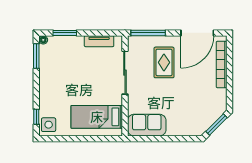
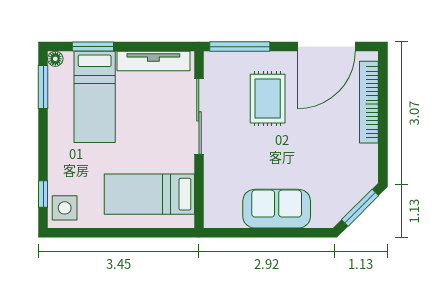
tv unit: (99, 41) -> (153, 61), width x1.41
bed: (66, 62) -> (95, 97), added
sofa: (147, 125) -> (277, 209), moved

